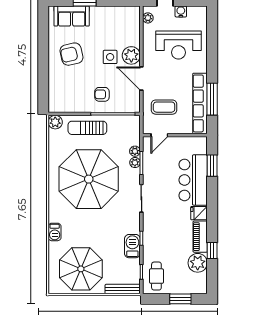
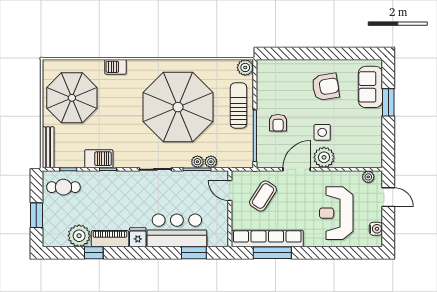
water cooler: (181, 11) -> (376, 229), moved
armchair: (72, 54) -> (326, 87), turned 94
armchair: (102, 94) -> (278, 123), turned 180
coffee table: (164, 107) -> (263, 196), turned 33

